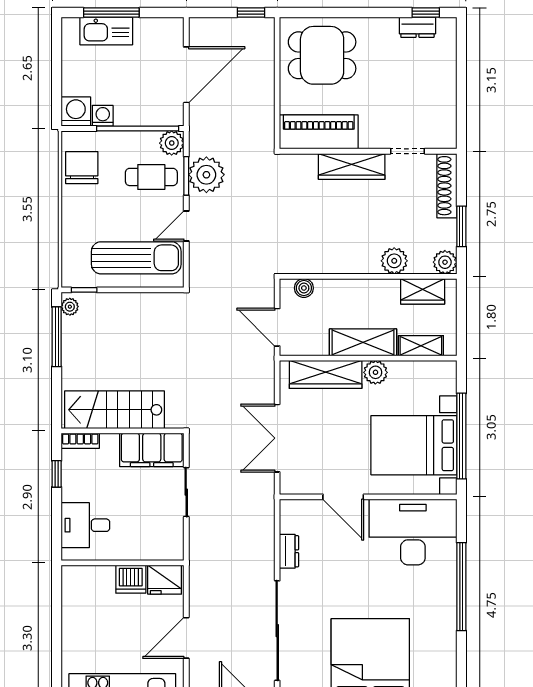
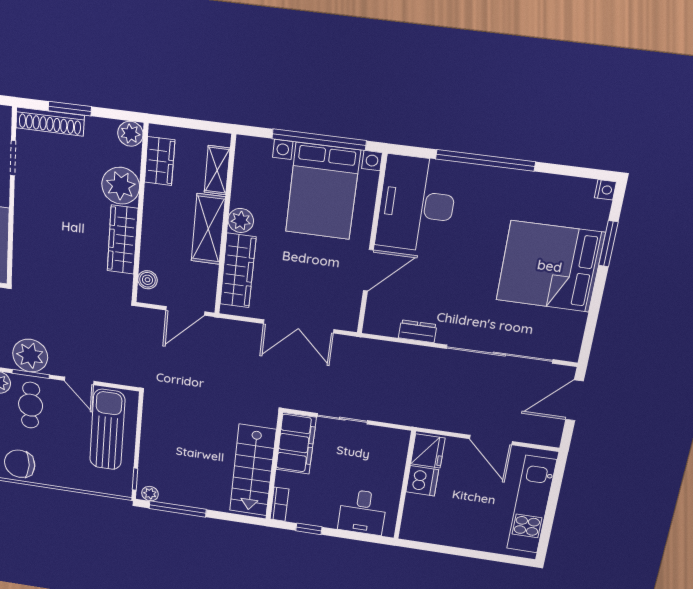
wardrobe: (352, 166) -> (123, 240), moved, turned 180
window: (461, 226) -> (70, 109), moved
plant: (394, 261) -> (121, 186), width x1.36, depth x1.36

